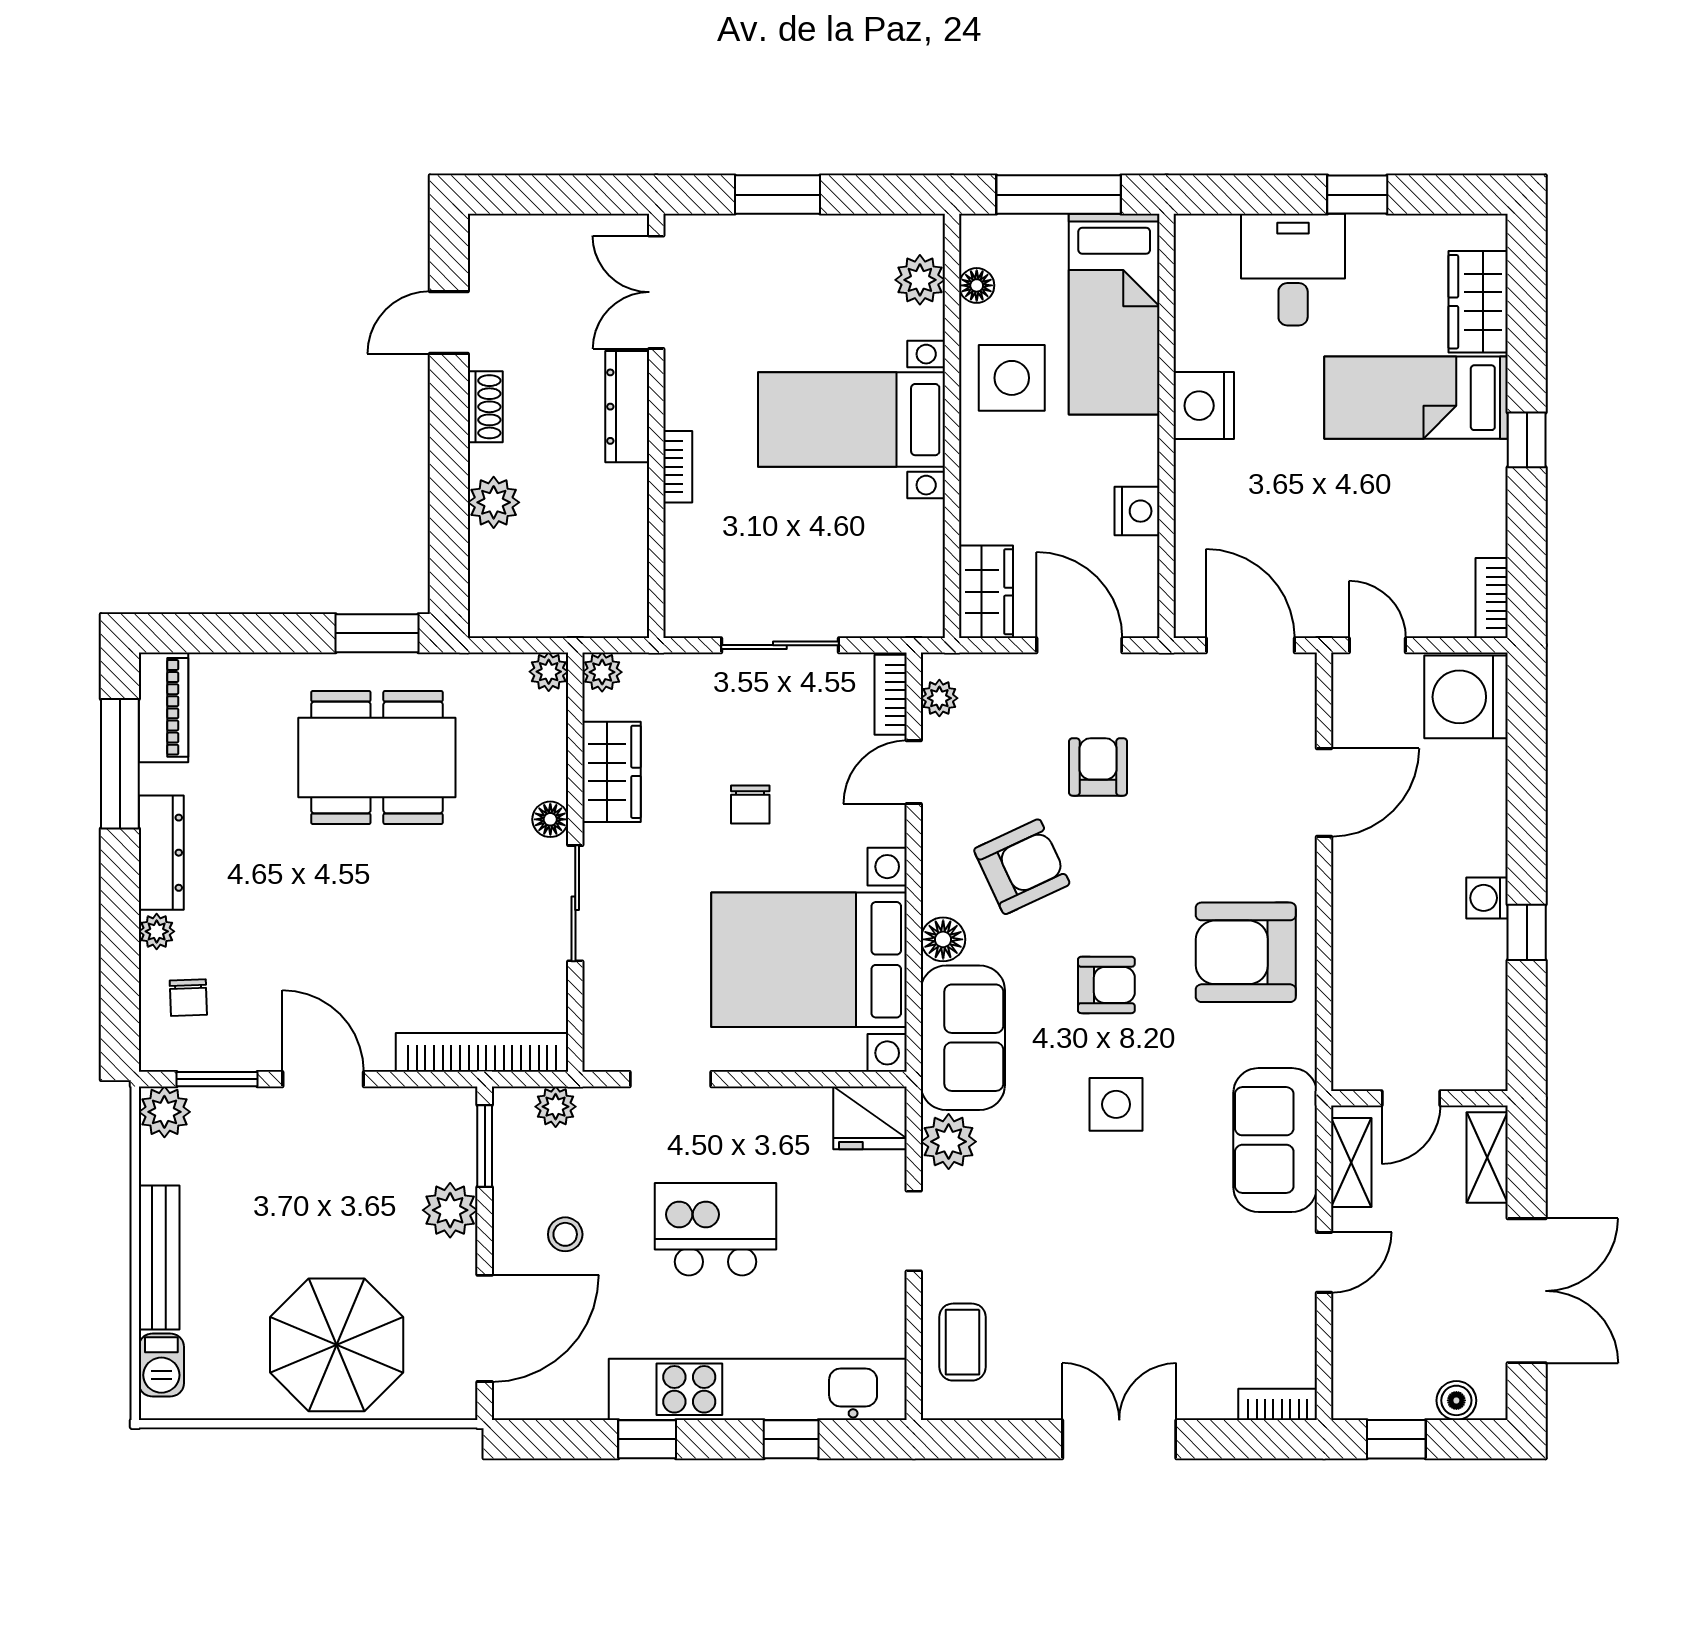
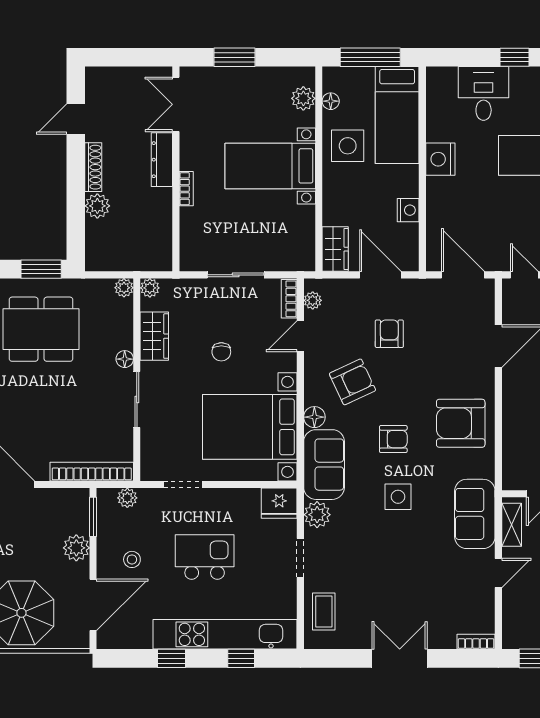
shoe rack: (485, 407) -> (93, 167), width x1.43

